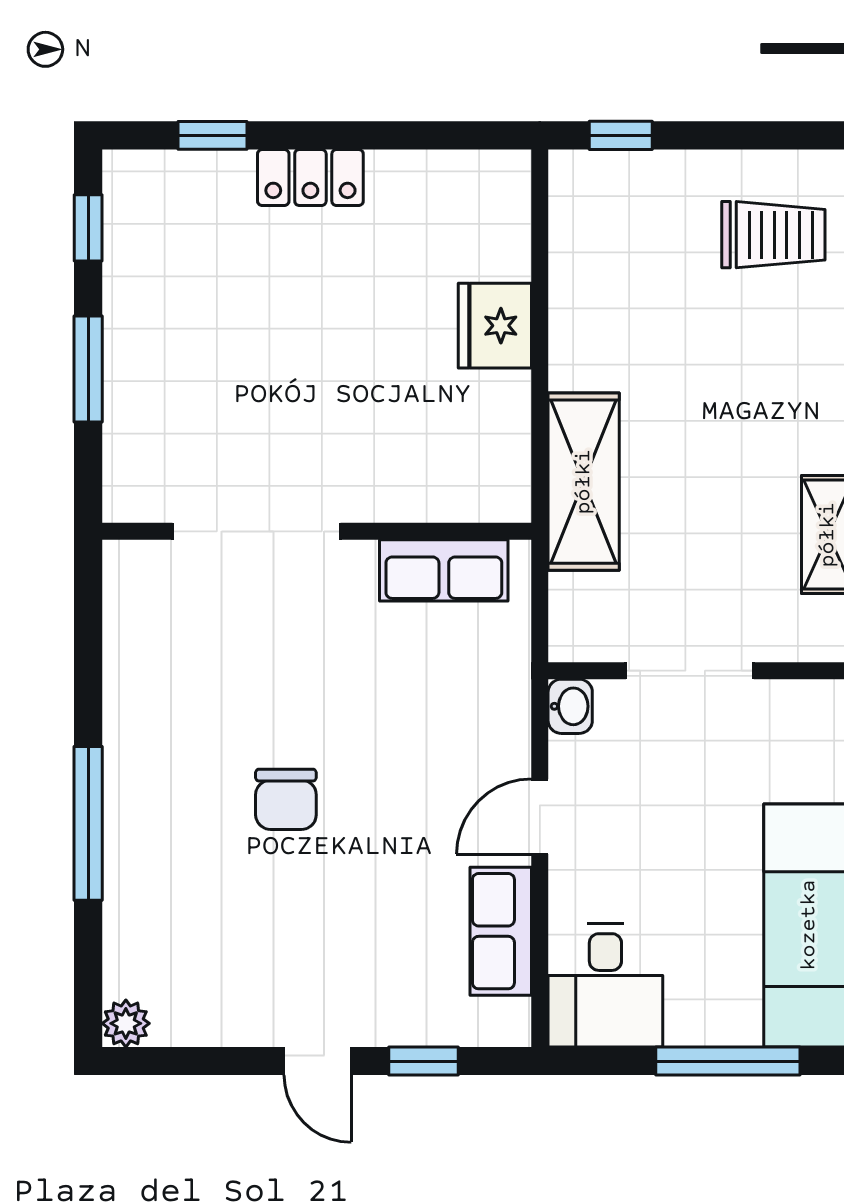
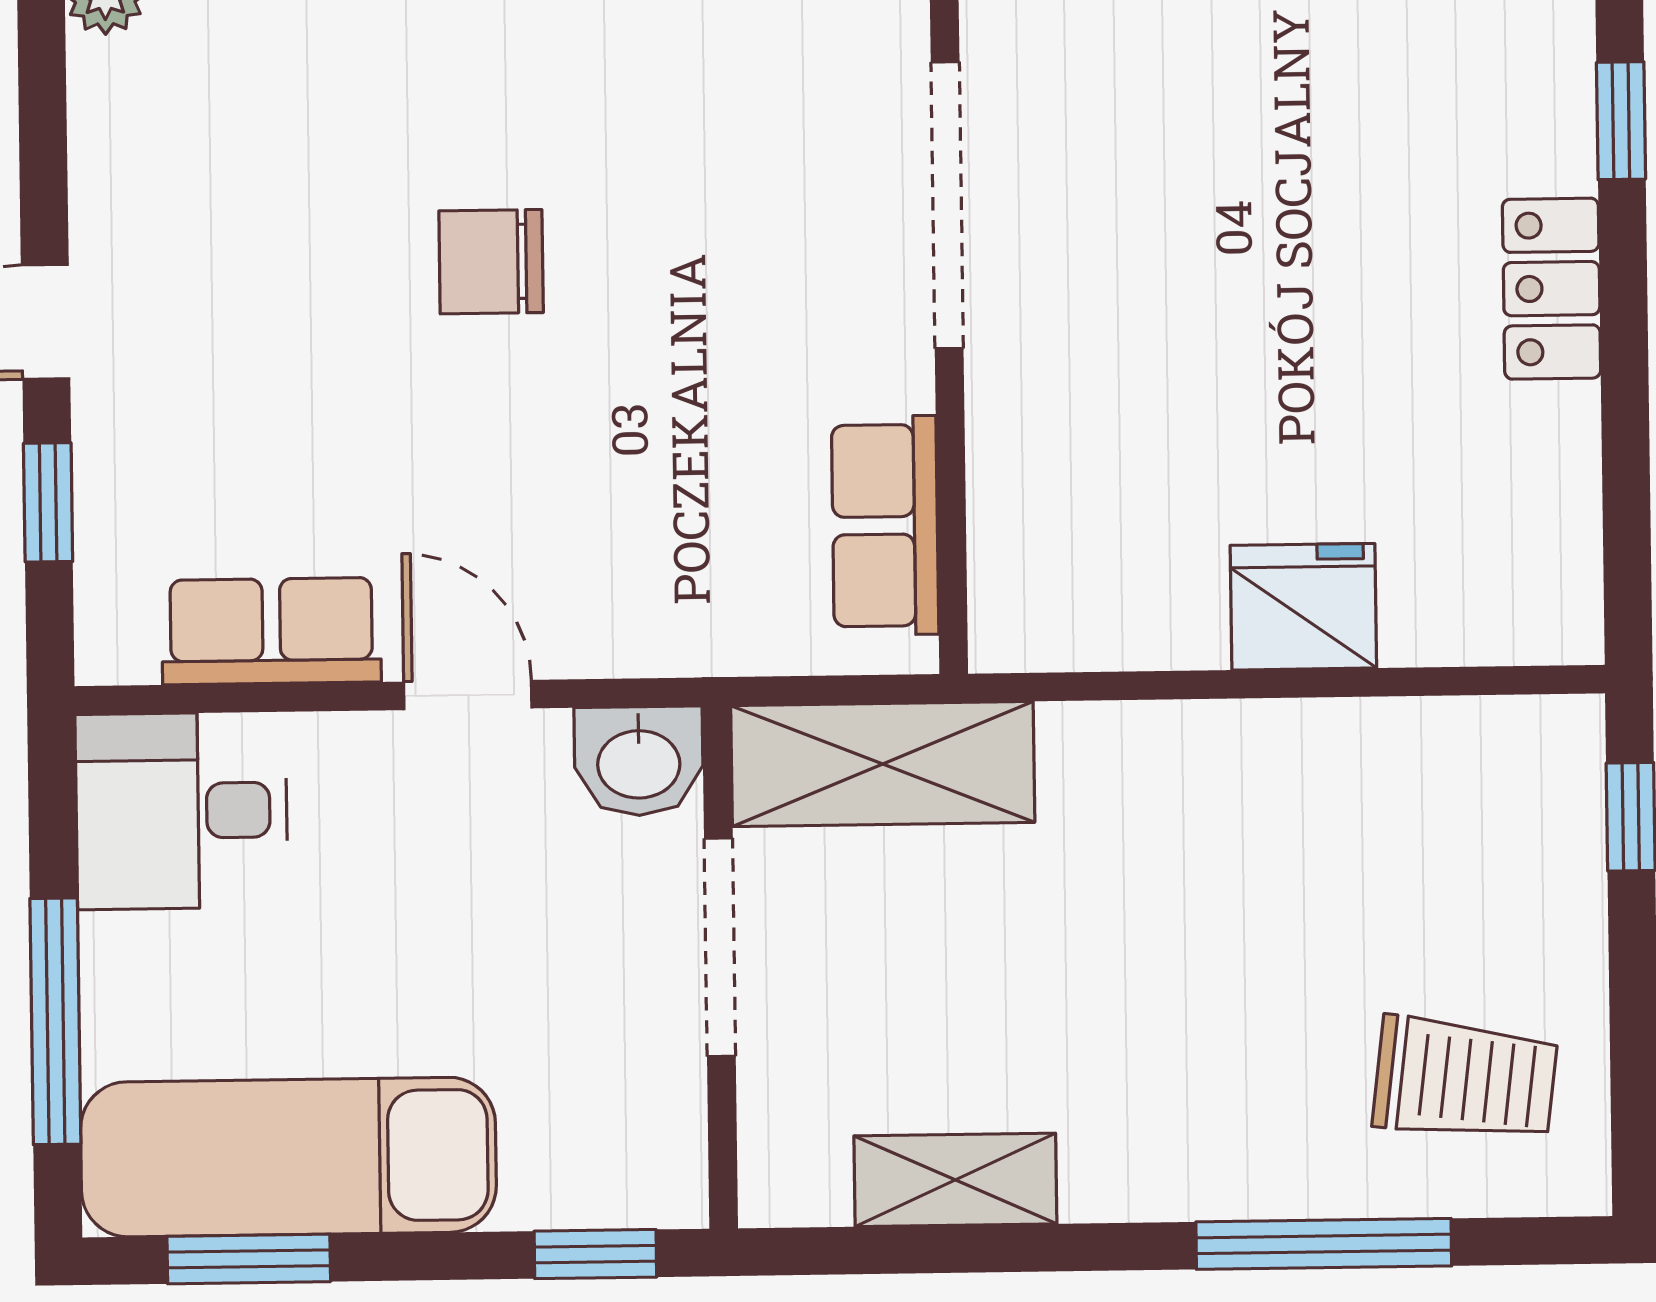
trolley: (773, 235) -> (1465, 1079), turned -83
shelving: (584, 482) -> (883, 764), moved
washbasin: (570, 706) -> (639, 761), width x1.38, depth x1.45

